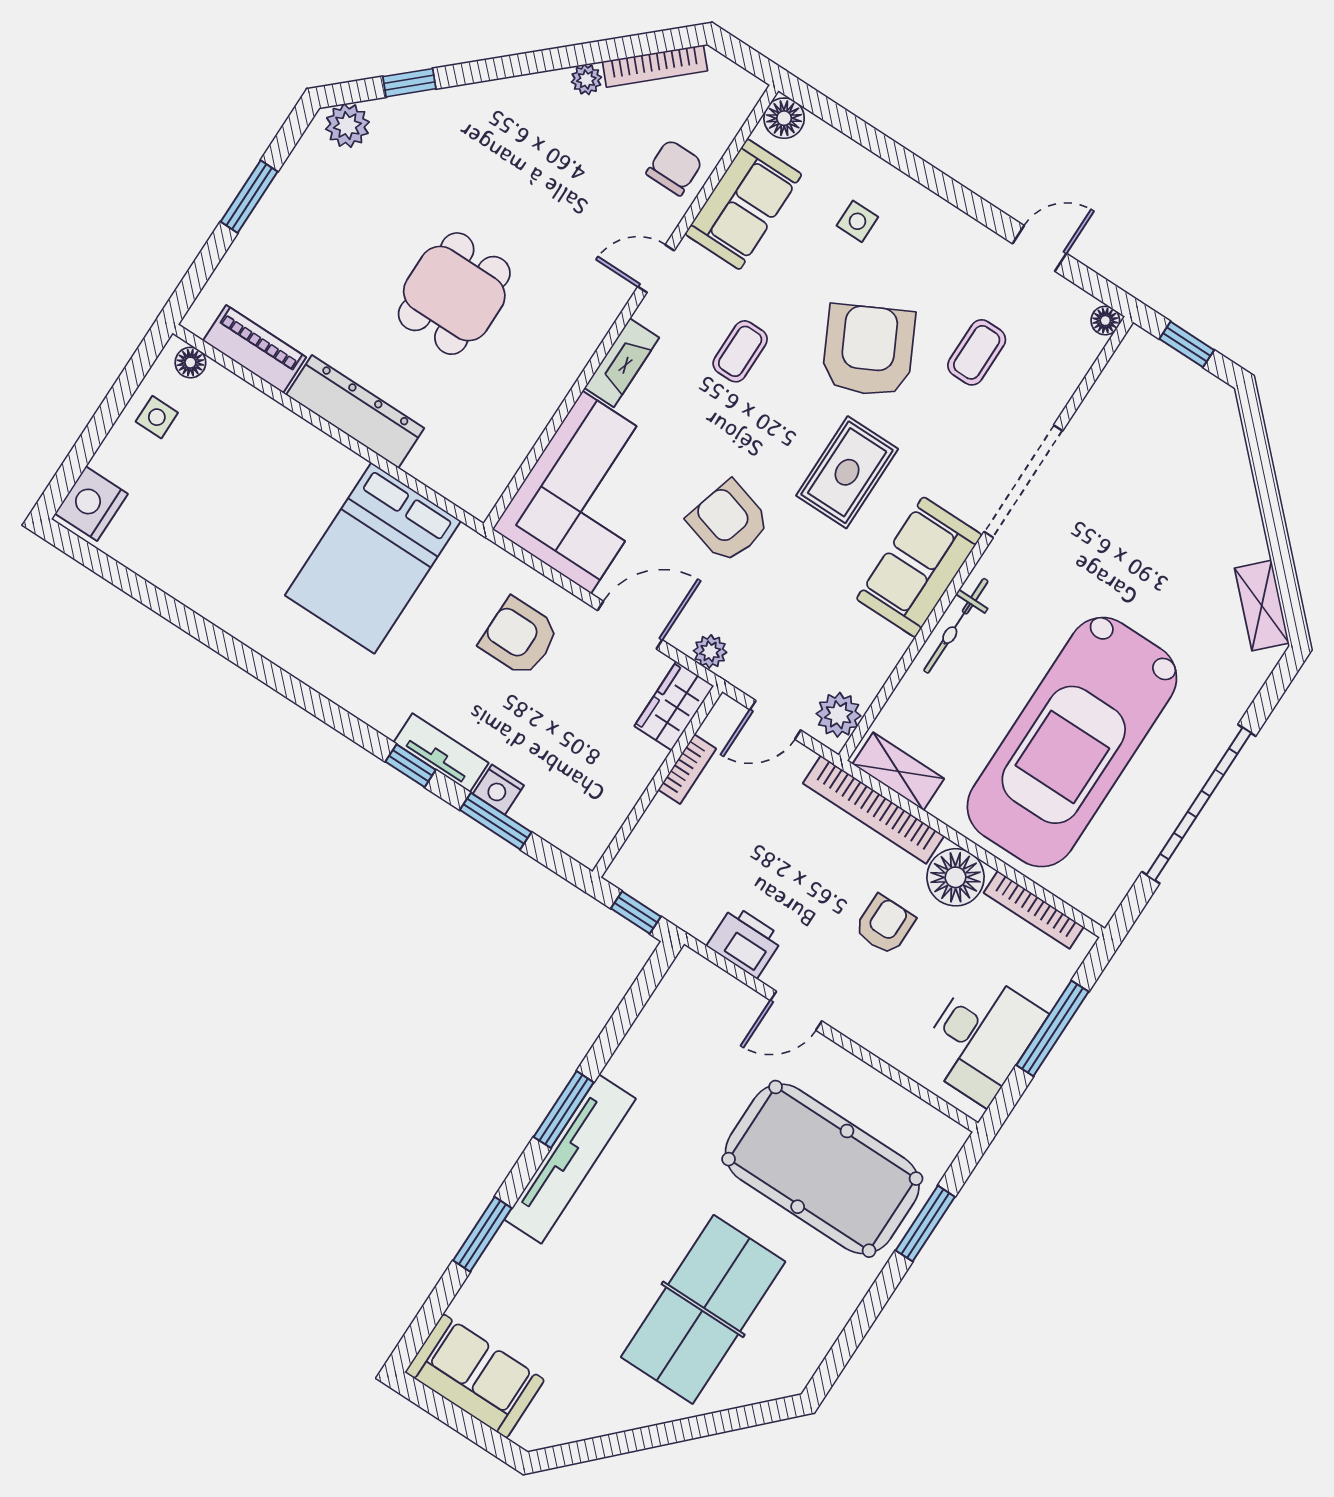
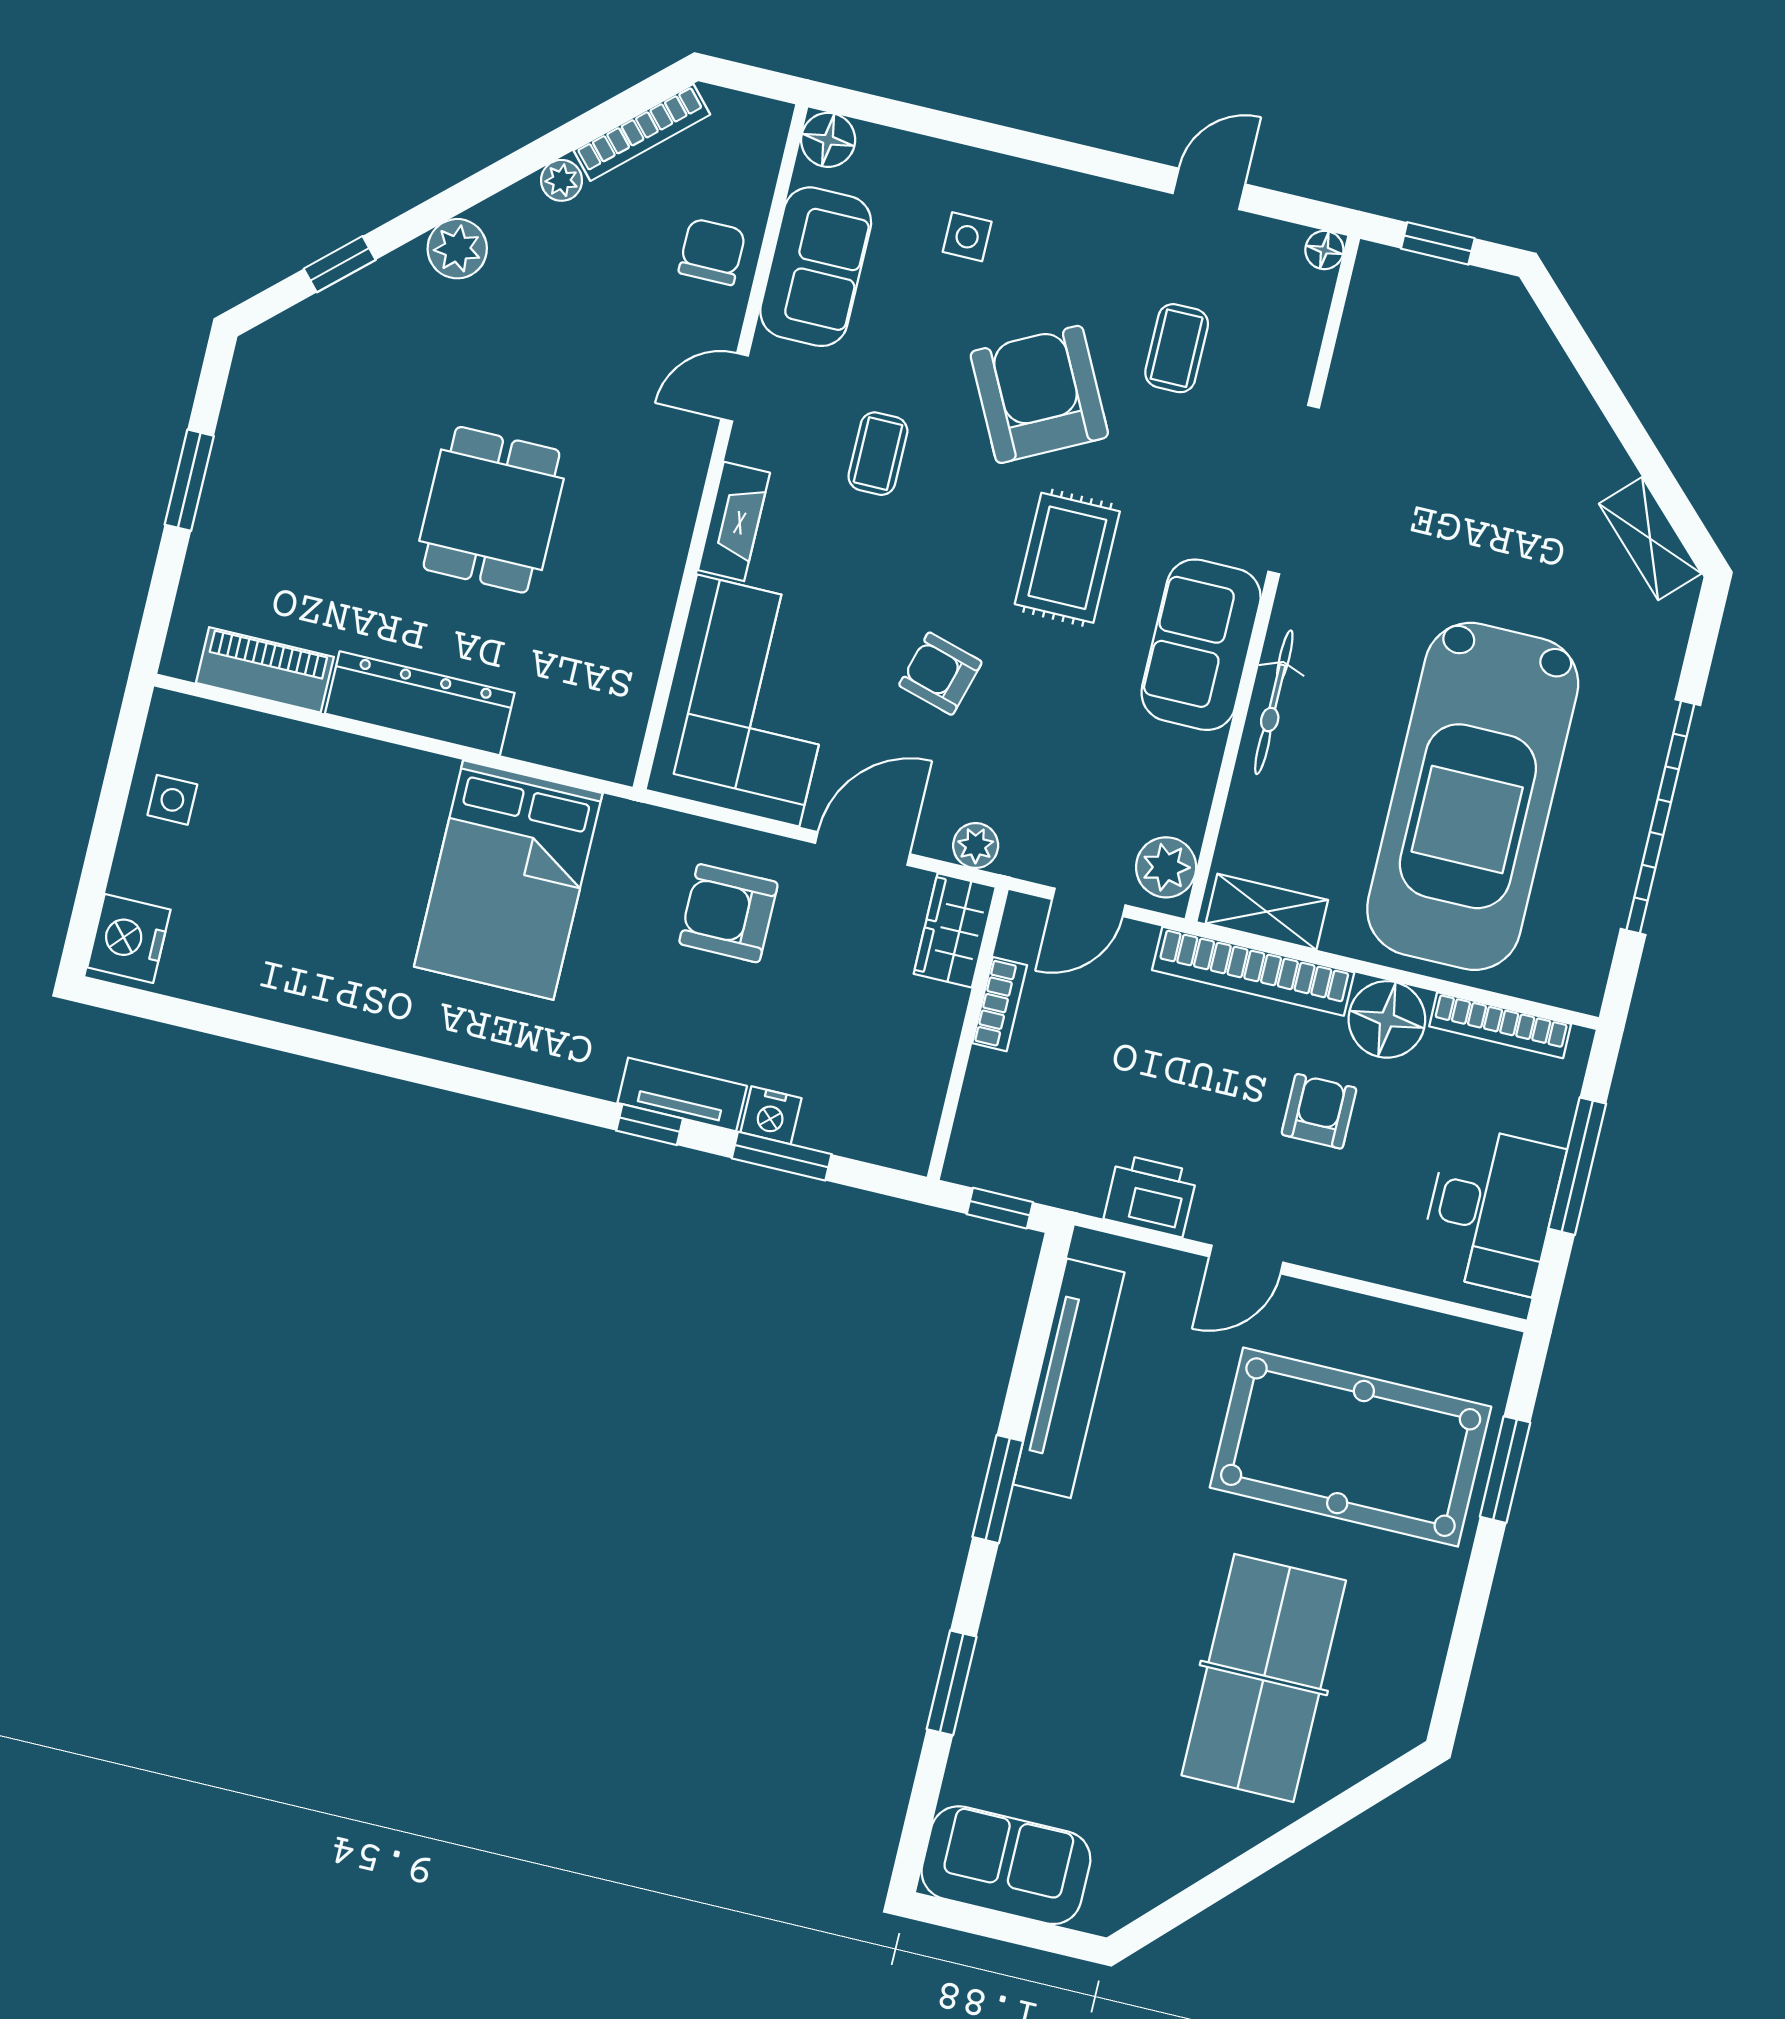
plant: (347, 126) -> (457, 249), moved
floor lamp: (190, 363) -> (190, 716), removed
armchair: (729, 522) -> (940, 674), width x0.72, depth x0.72
tv unit: (570, 1159) -> (1069, 1378), moved

